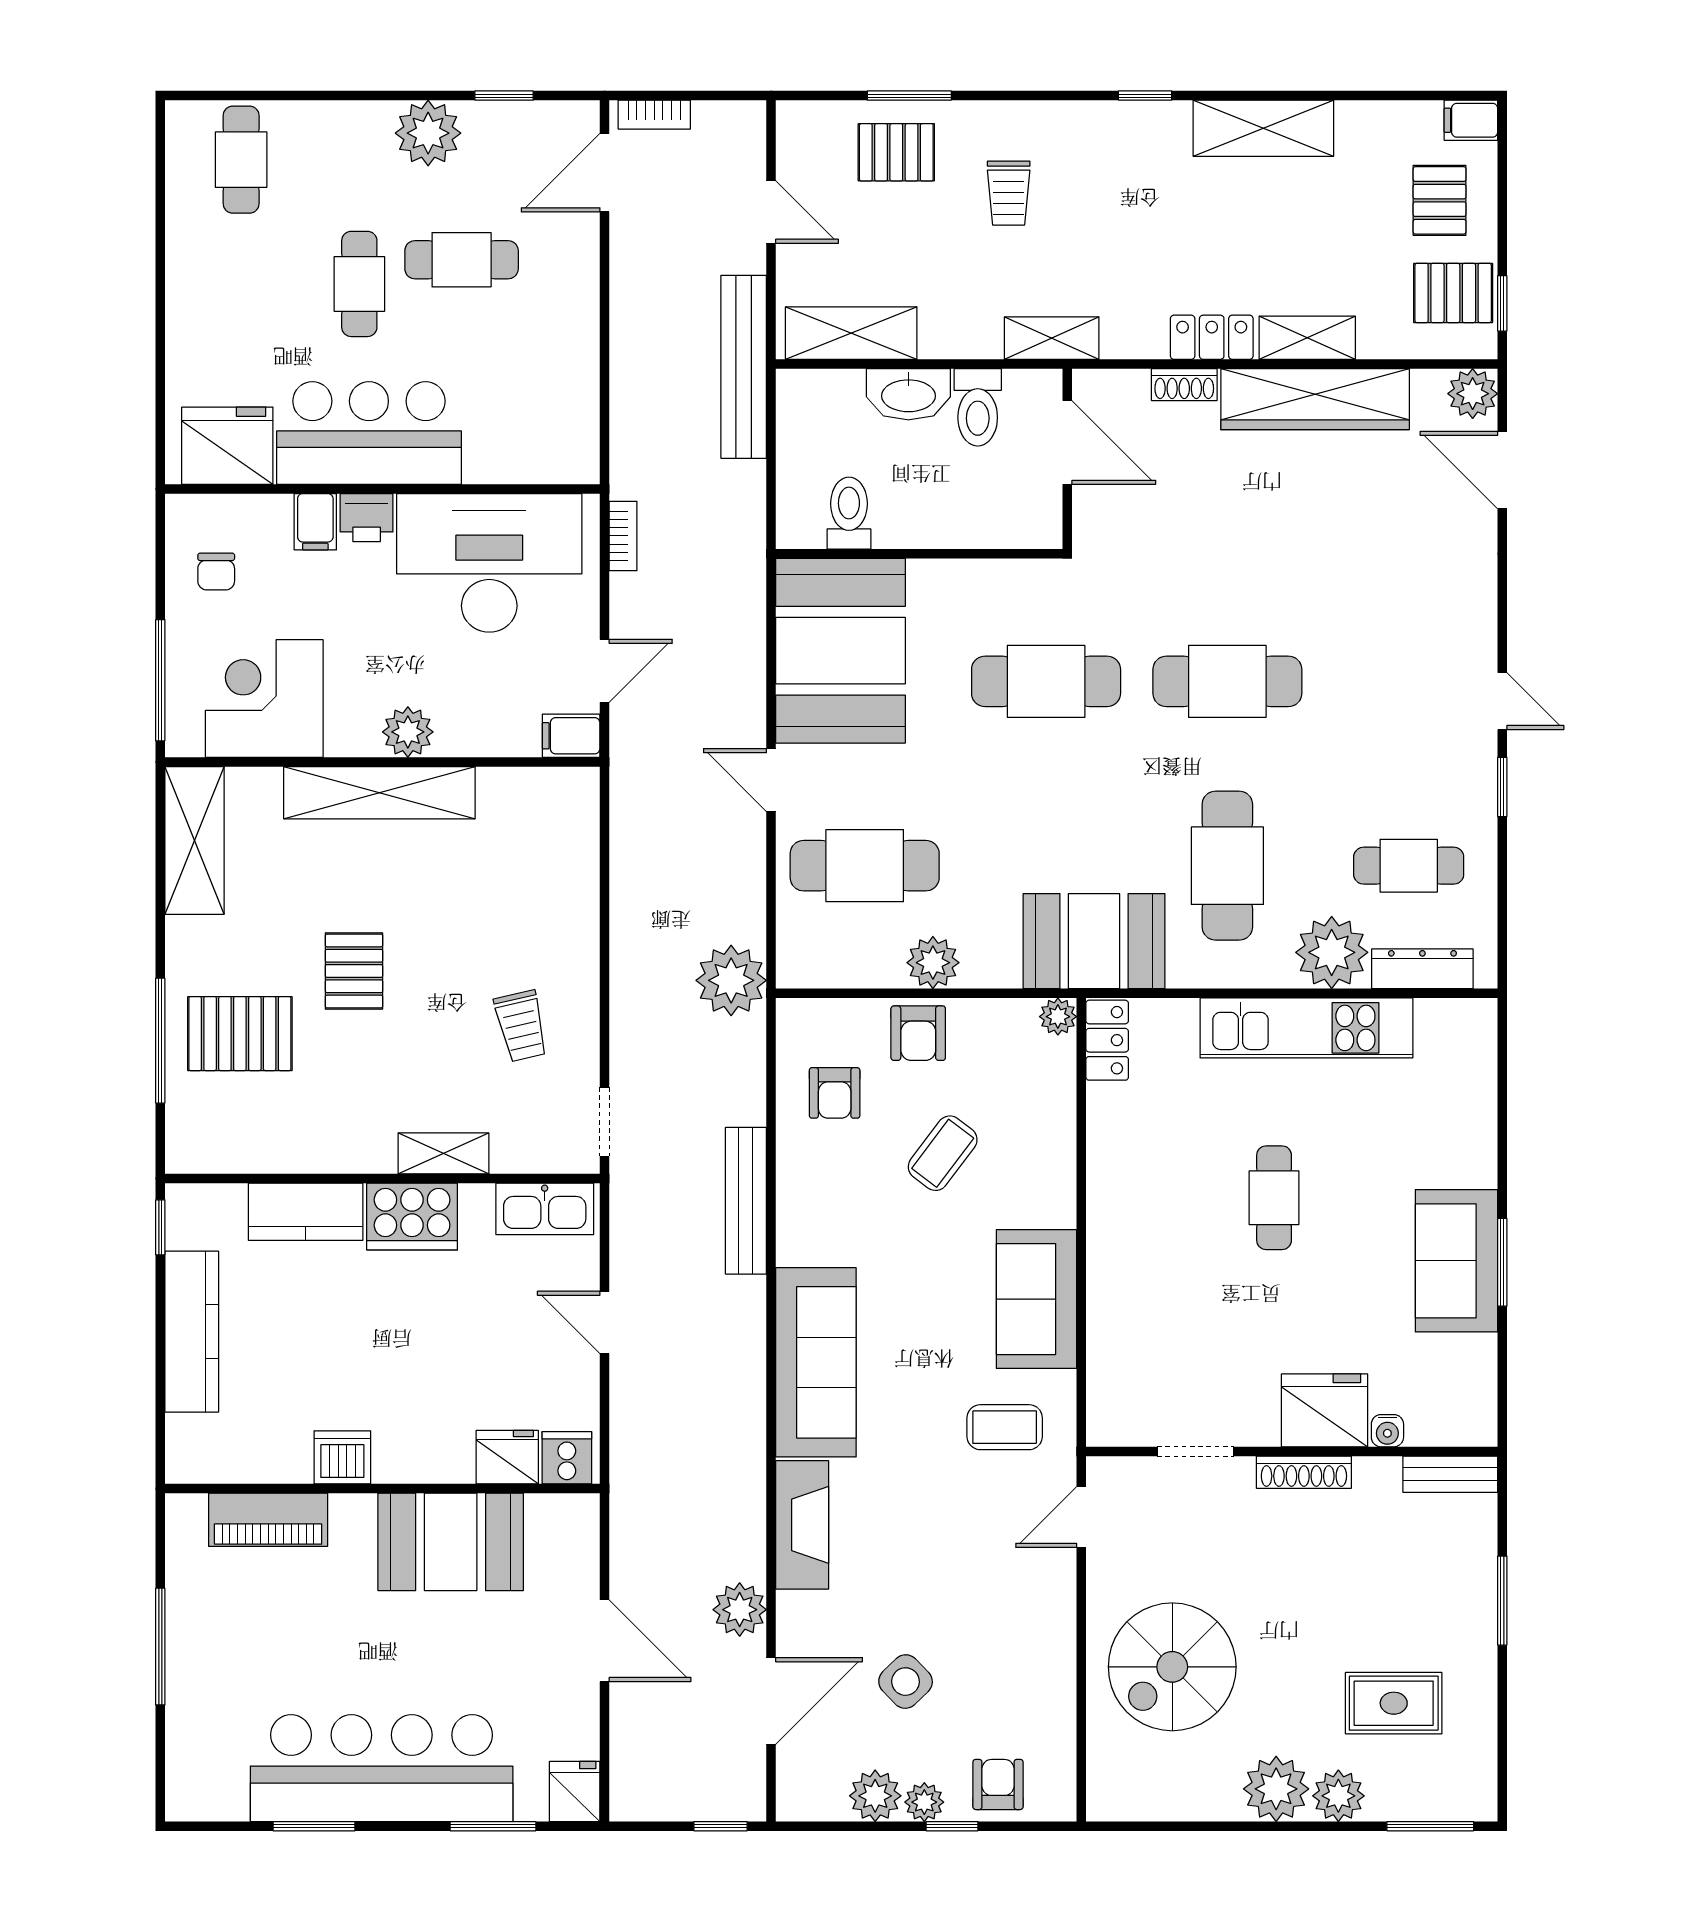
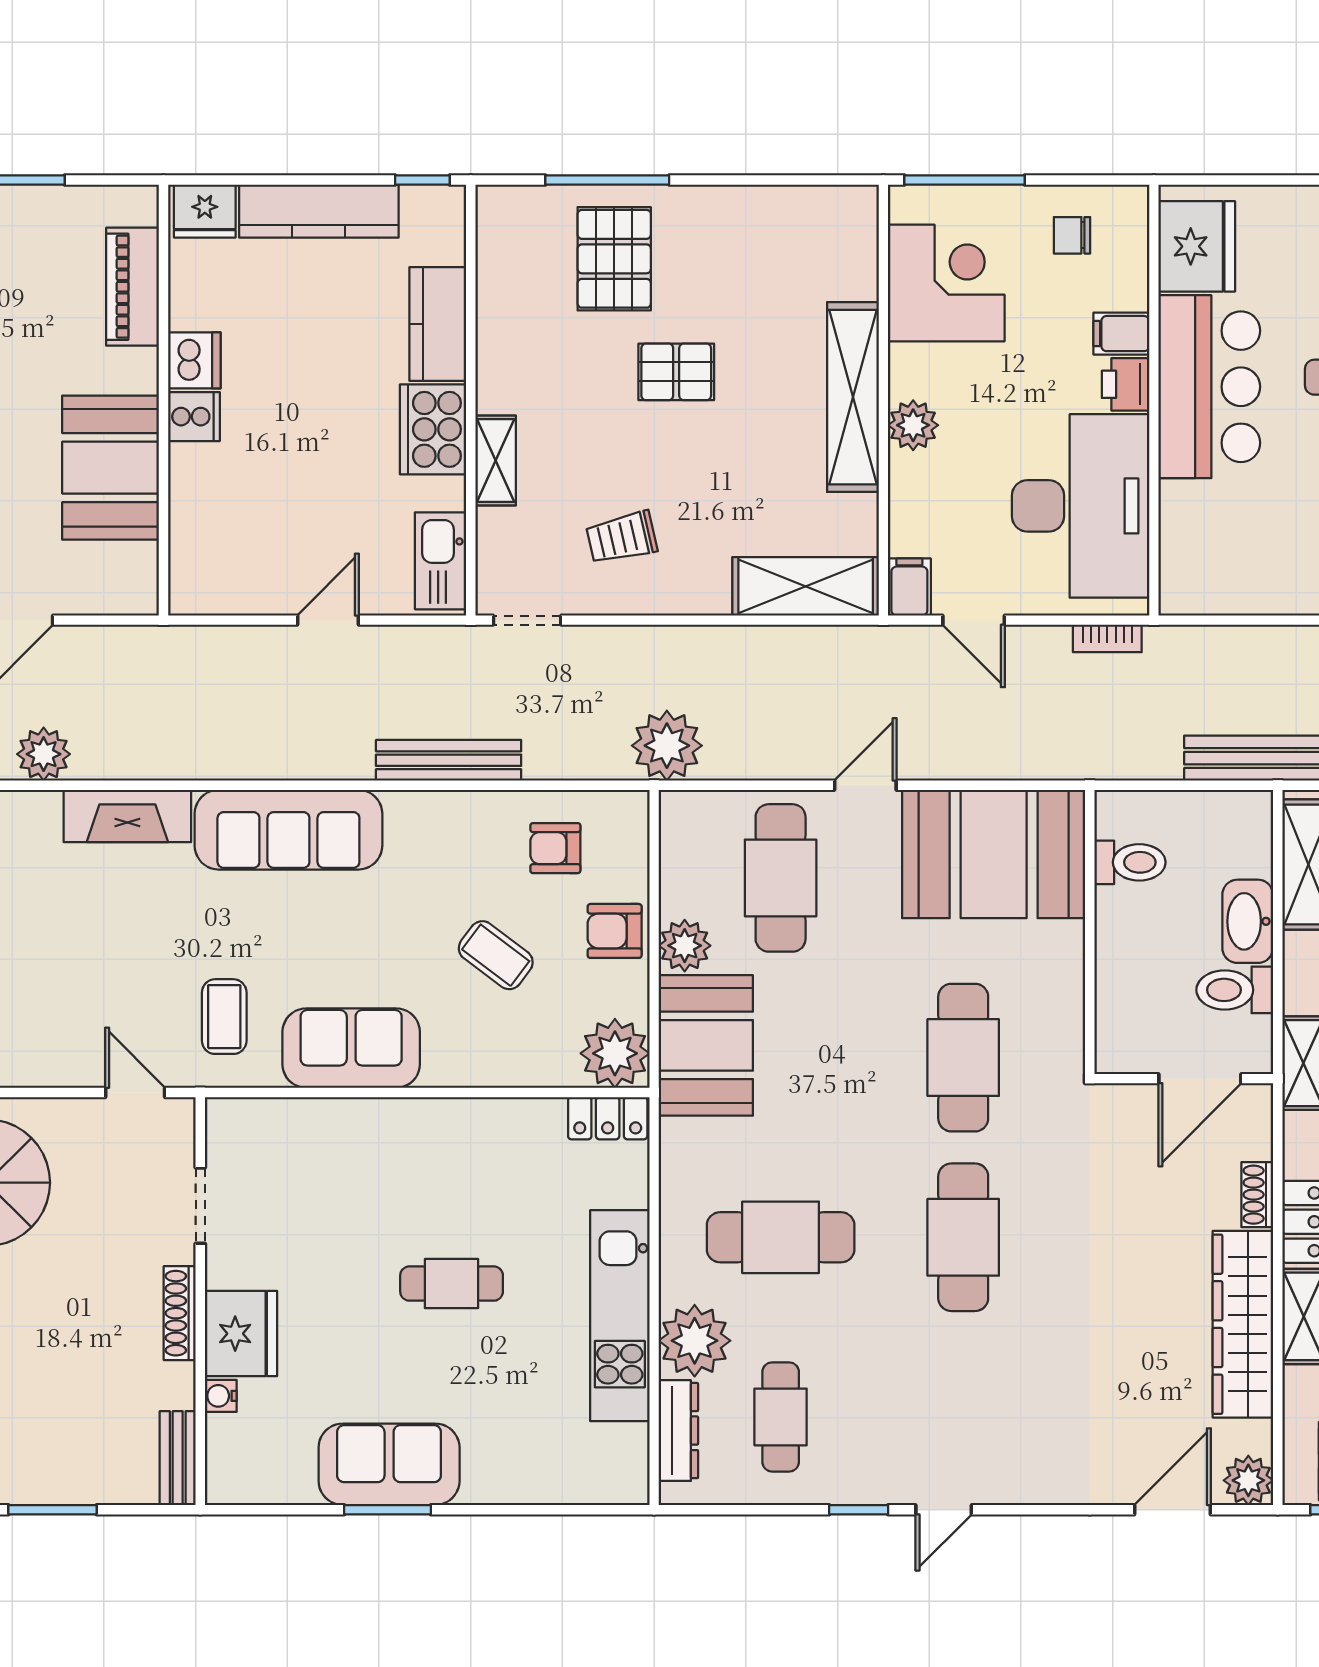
shelving: (194, 840) -> (806, 586), moved
booth: (1094, 941) -> (706, 1045), moved
plant: (1058, 1017) -> (615, 1053), width x1.88, depth x1.88
fridge: (507, 1457) -> (205, 211), moved, turned 90
cooker: (567, 1458) -> (194, 417), moved

